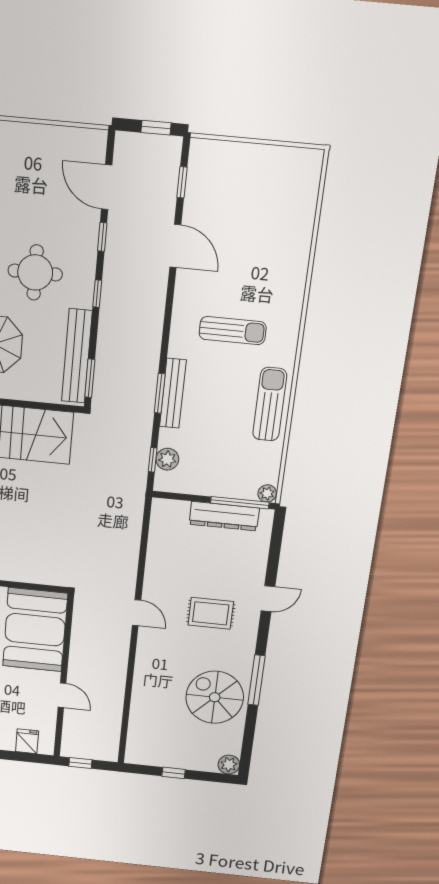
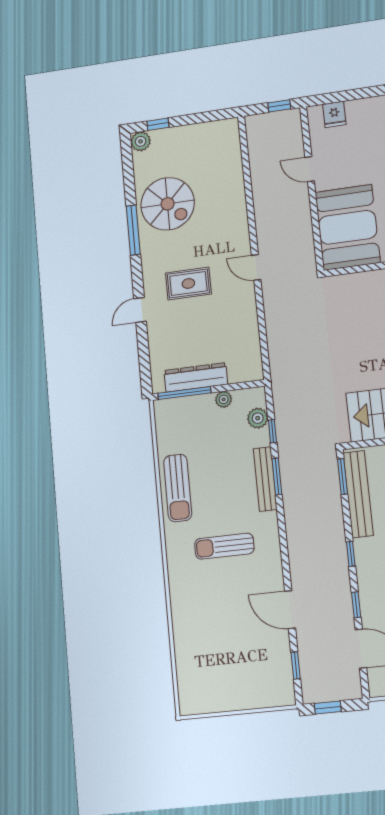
window: (153, 460) -> (272, 431), moved
plant: (267, 493) -> (224, 399), moved
window: (174, 773) -> (158, 124), moved

